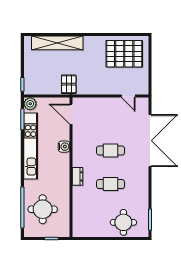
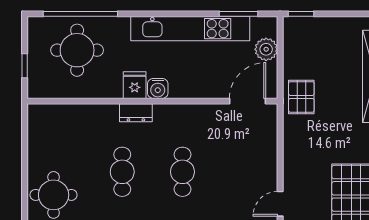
pallet: (69, 84) -> (301, 97), turned 90
plant: (30, 104) -> (266, 49), moved
water cooler: (64, 147) -> (158, 88), moved
fridge: (62, 177) -> (135, 85), added

